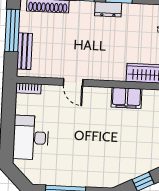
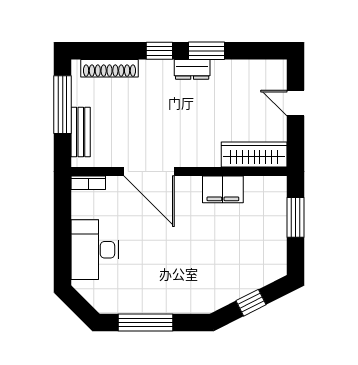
door: (73, 82) -> (149, 172), width x1.87

